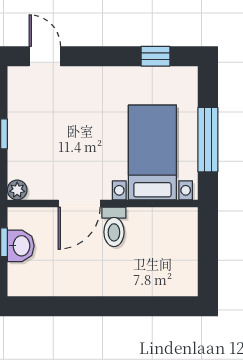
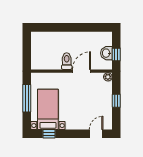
door: (45, 56) -> (96, 134), swing flipped
bed with nightstands: (152, 152) -> (48, 109), moved, turned 180

